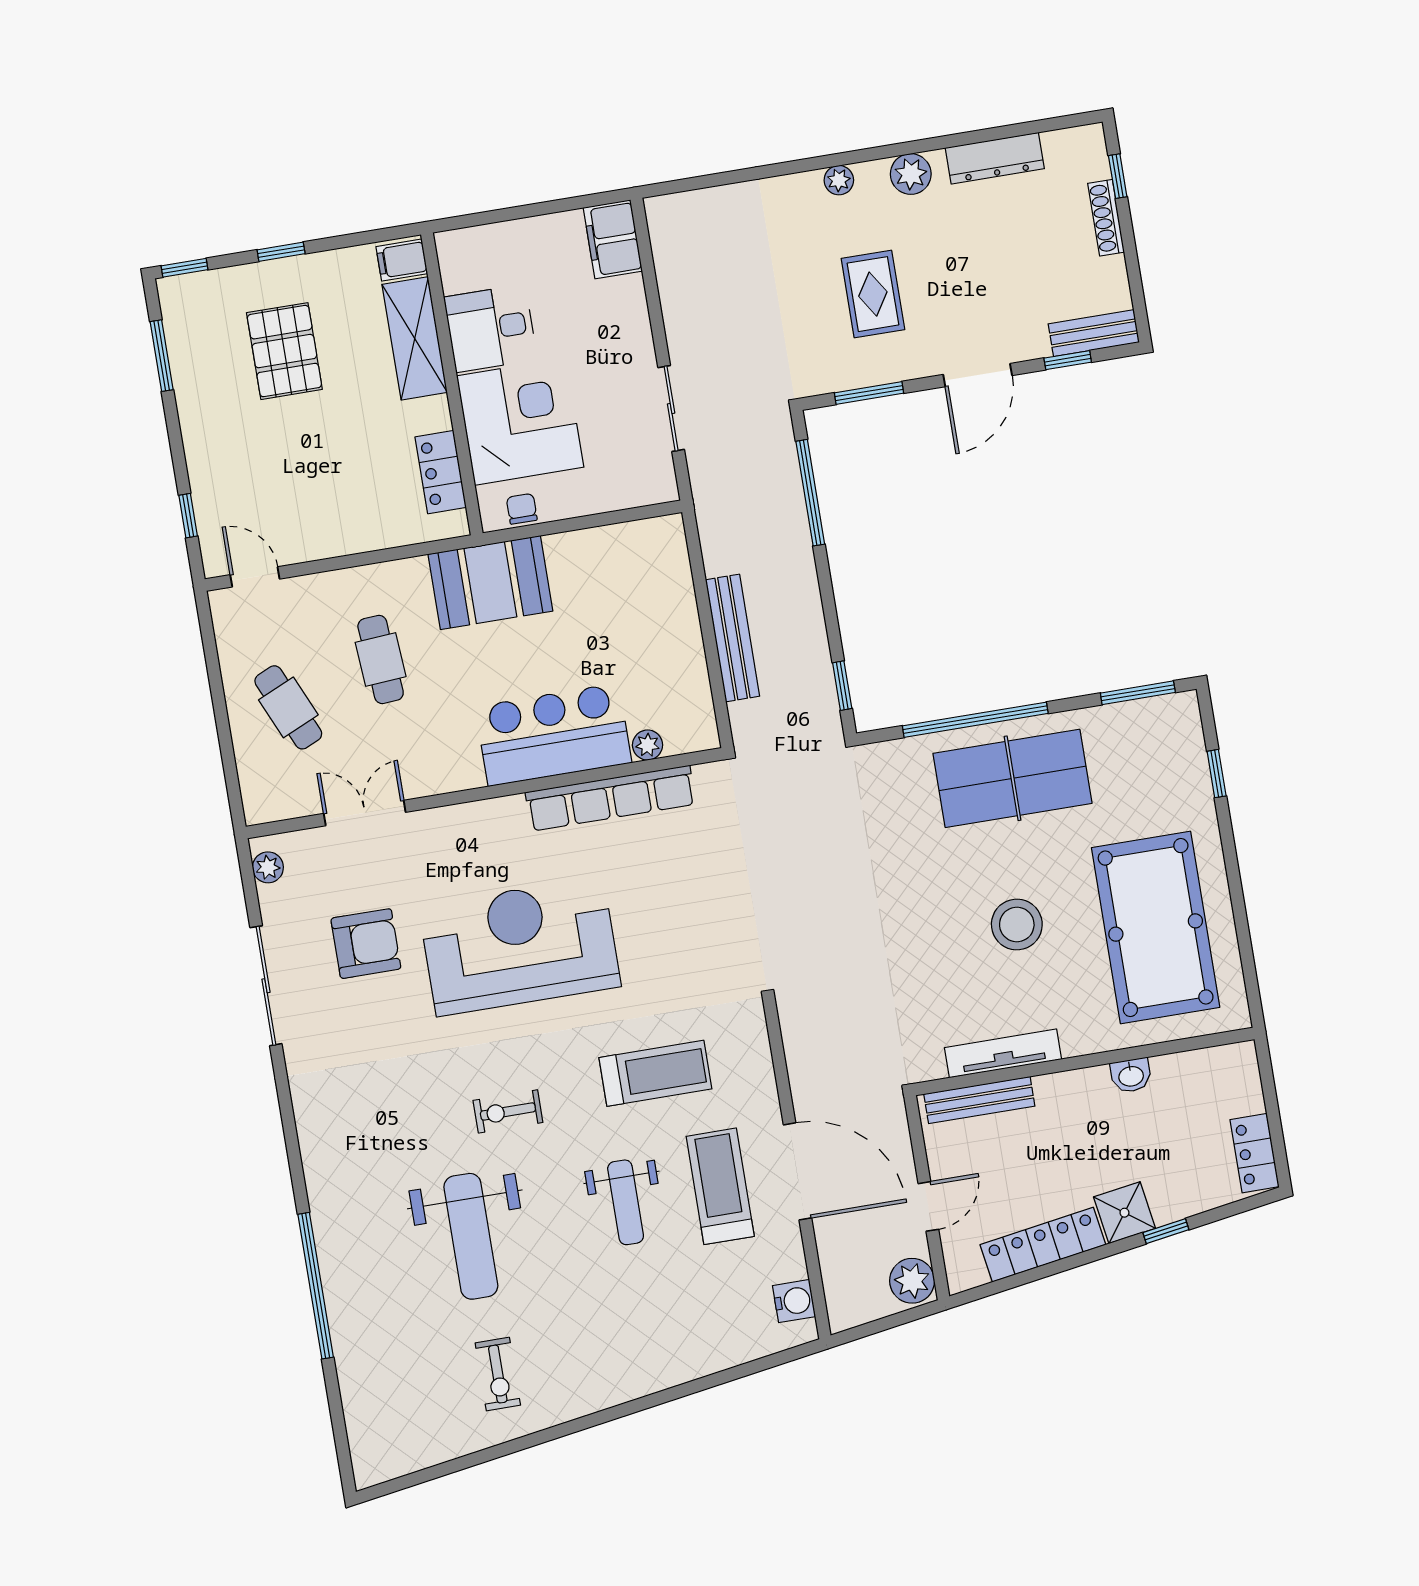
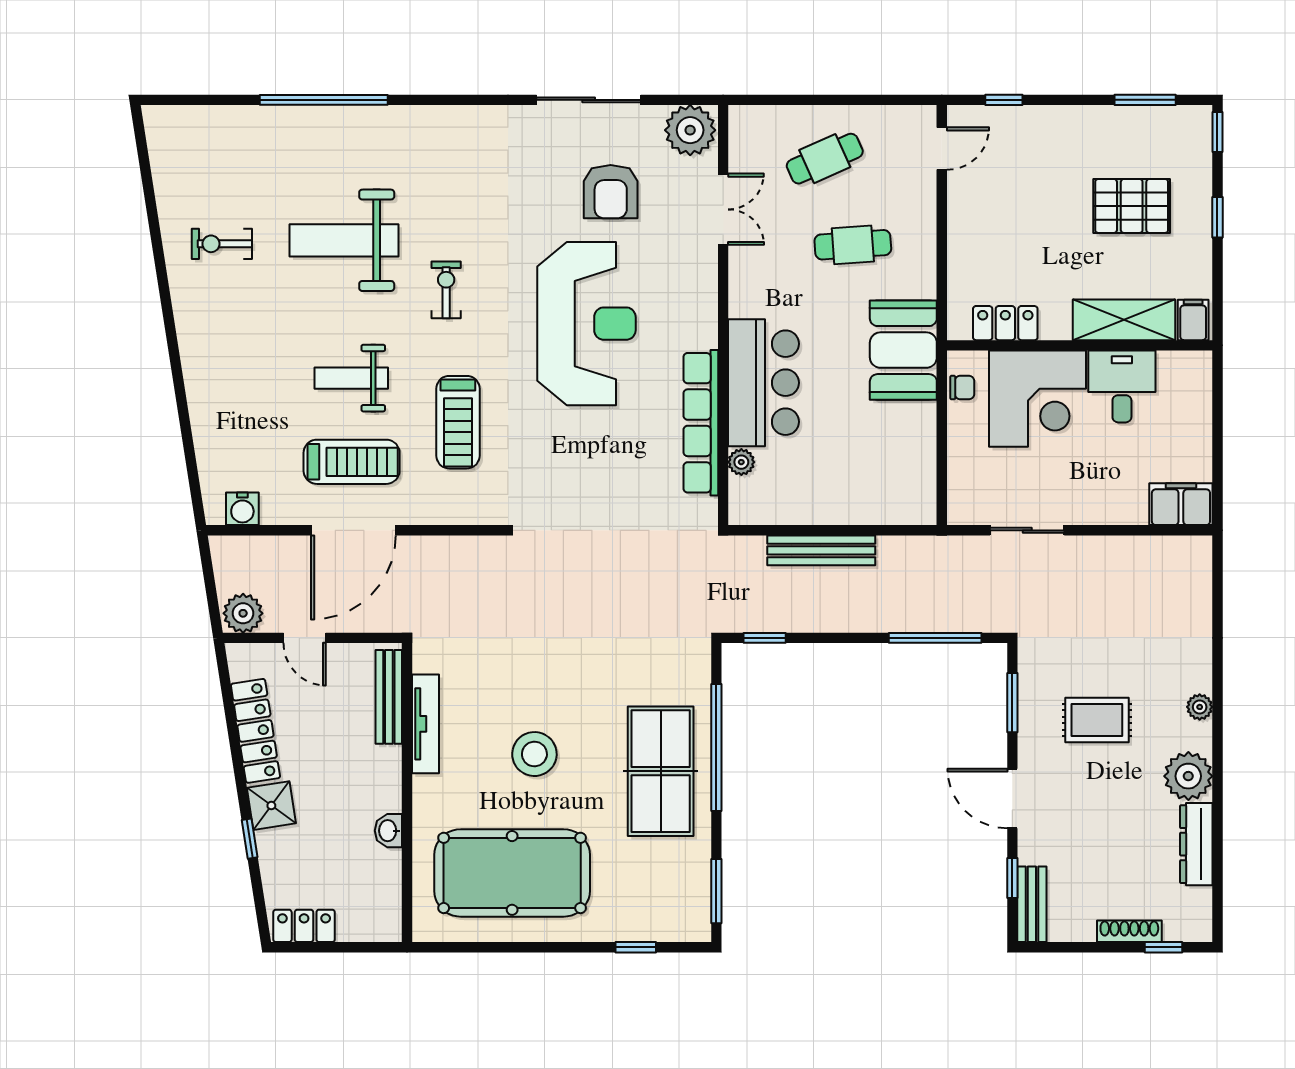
plant: (911, 174) -> (1188, 776), width x1.36, depth x1.36
plant: (268, 867) -> (690, 130), width x1.88, depth x1.88

